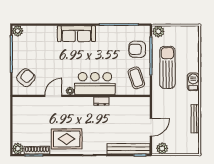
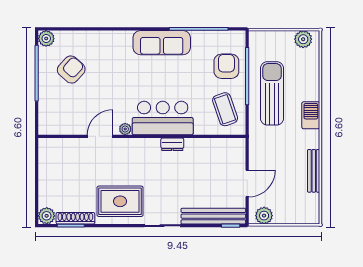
plant: (158, 31) -> (303, 39), moved
sofa: (76, 34) -> (162, 43), moved
armchair: (137, 49) -> (226, 66), turned 90
armchair: (26, 78) -> (71, 70), moved

